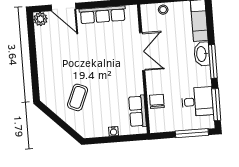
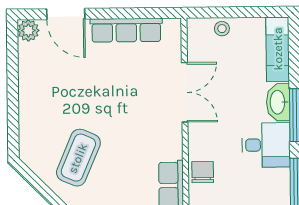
coffee table: (78, 97) -> (78, 158), width x1.36, depth x1.32
desk: (197, 102) -> (266, 145), moved

